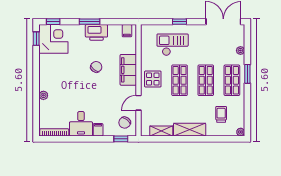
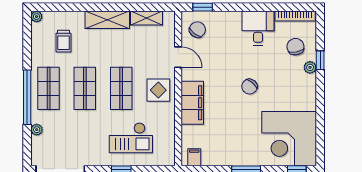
printer: (96, 32) -> (237, 155), removed
window: (36, 39) -> (320, 60), moved
corner desk: (53, 39) -> (289, 139), width x1.36, depth x1.36
chair: (96, 67) -> (250, 87), moved
window: (247, 74) -> (27, 97), width x2.11
door: (139, 103) -> (178, 57), hinge flipped
chair: (54, 110) -> (295, 47), added
filing cabinet: (98, 130) -> (234, 20), removed

